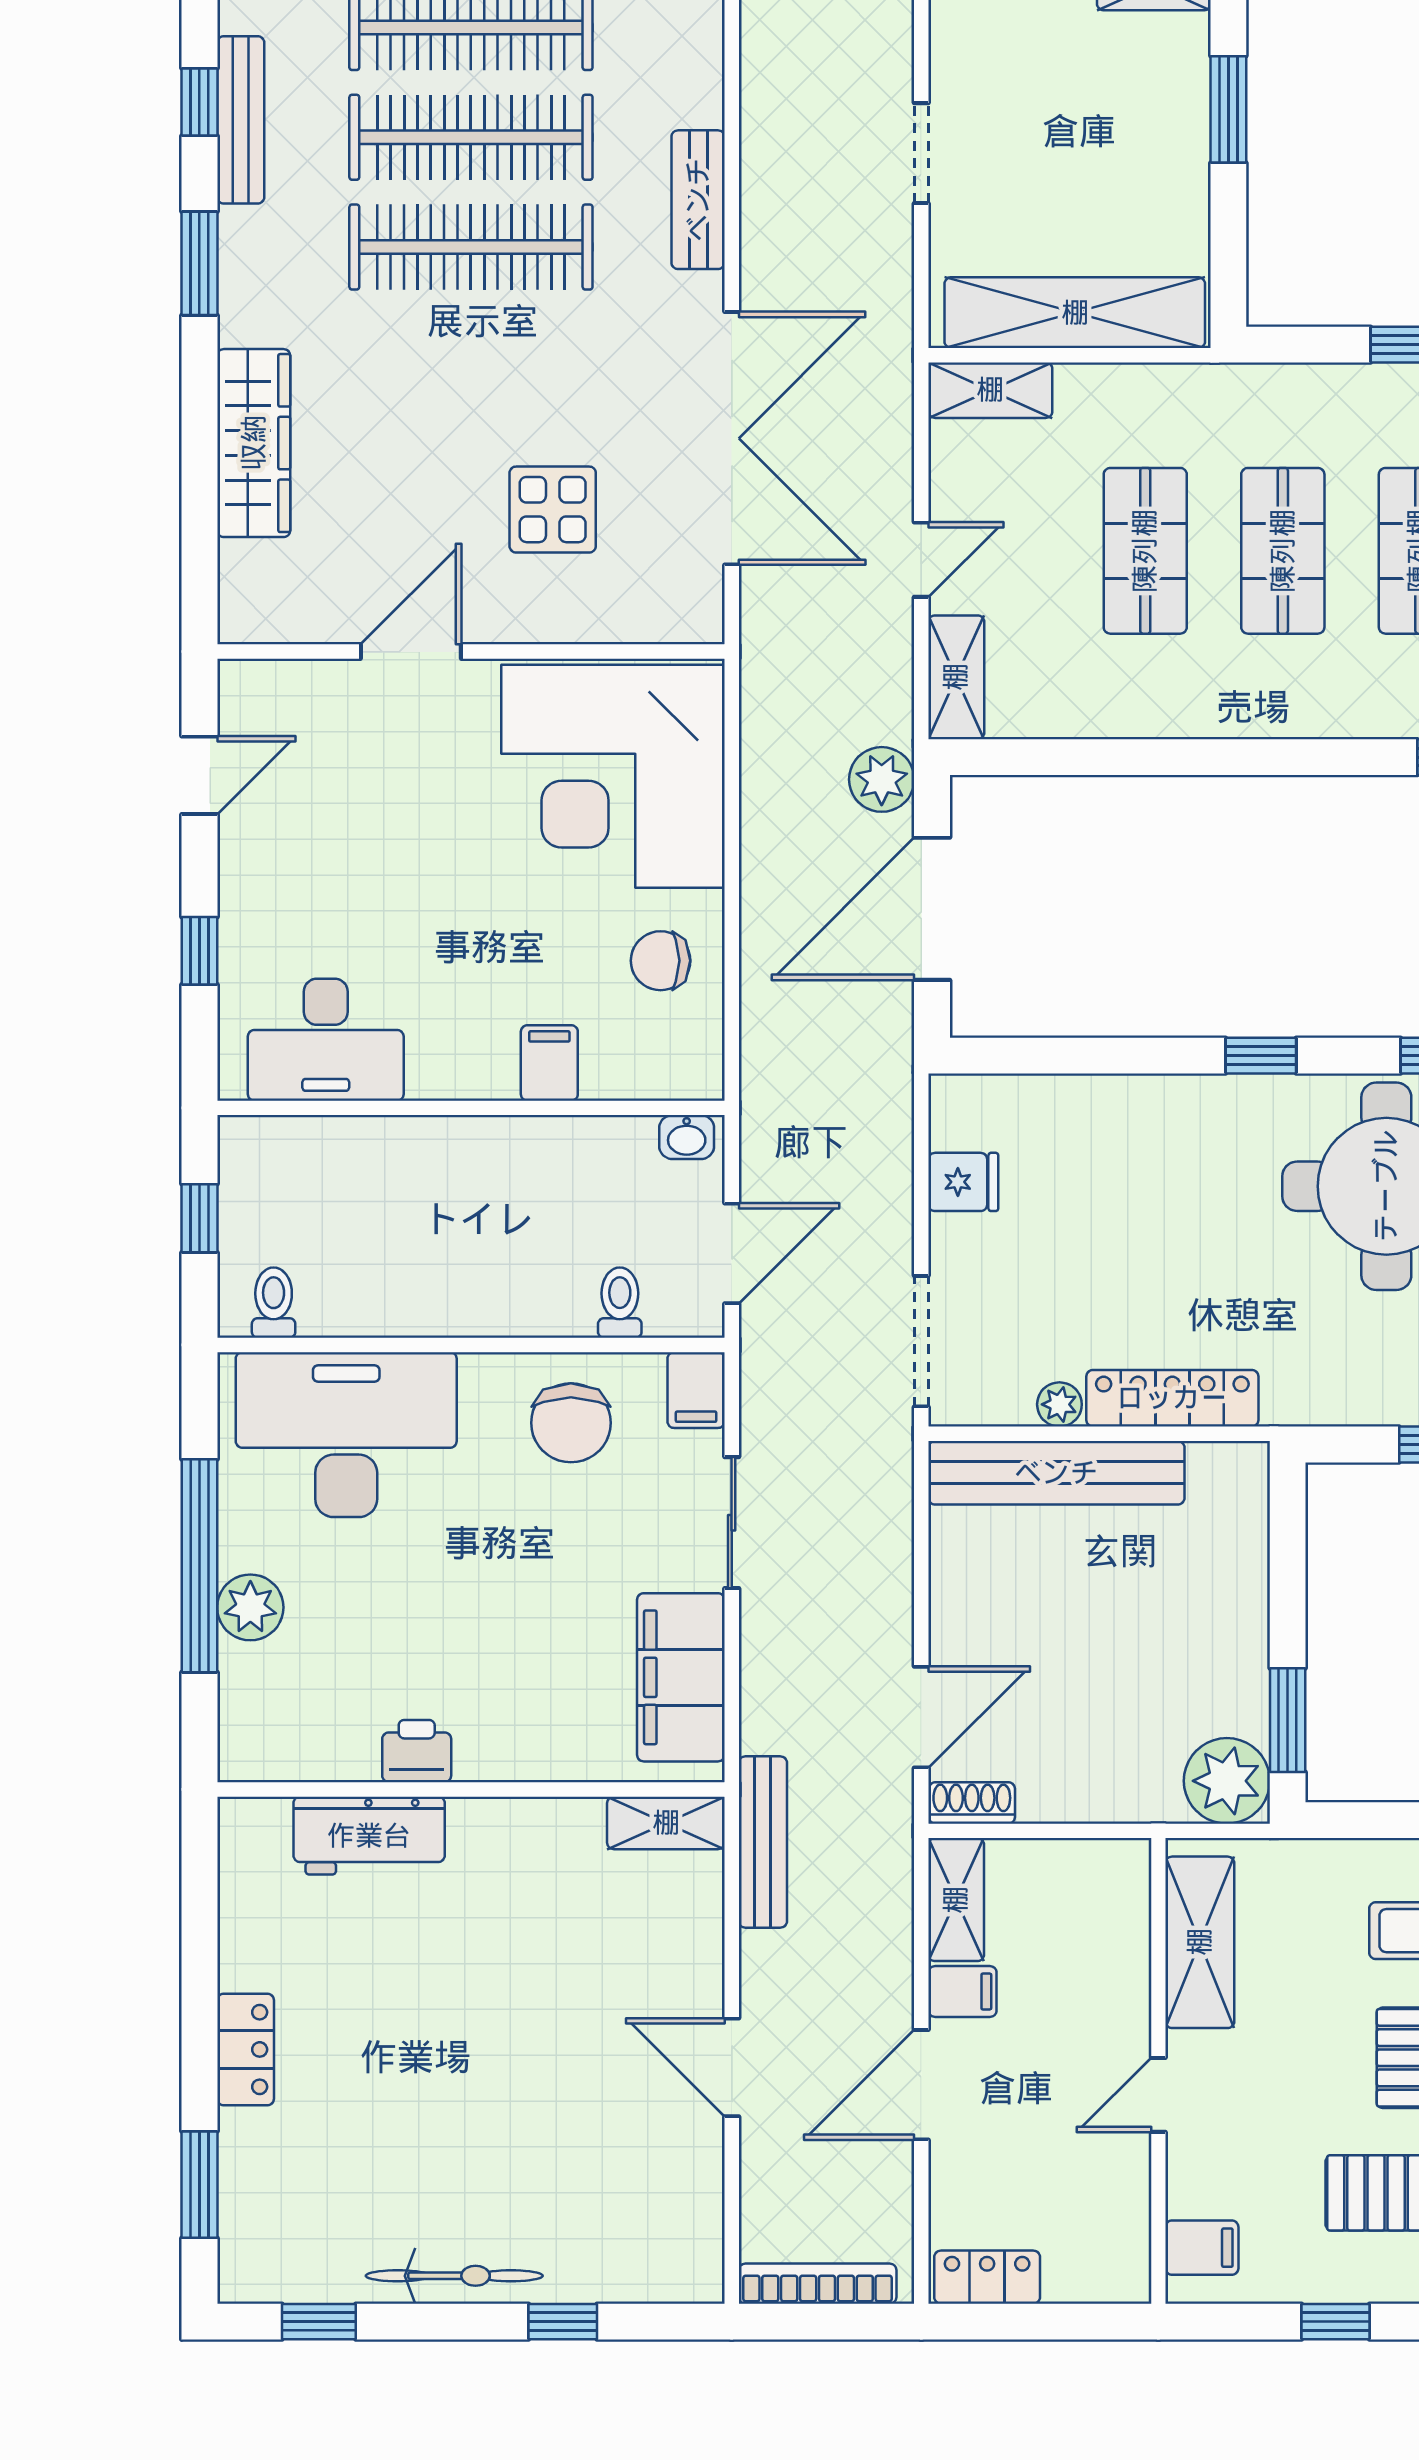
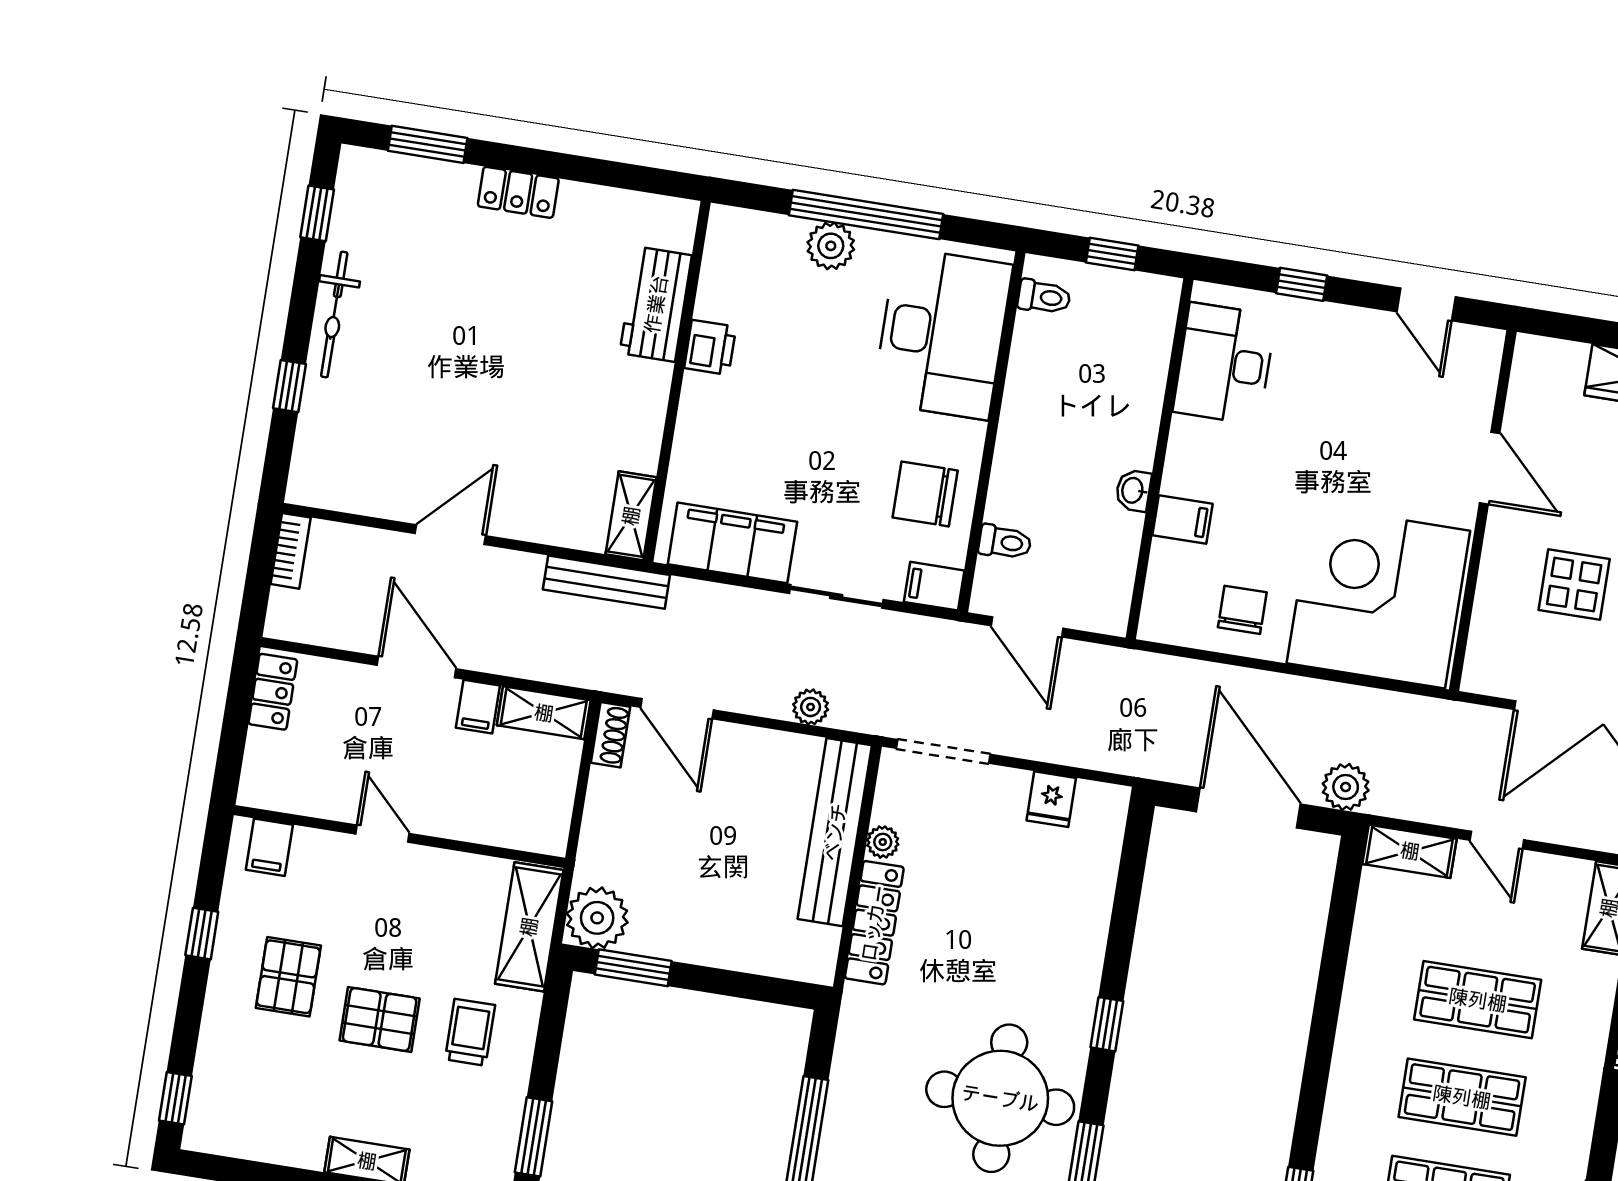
washbasin: (687, 1137) -> (1133, 490), moved
plant: (890, 1534) -> (811, 707), added
shelving: (1200, 1942) -> (529, 927), moved, turned 90
bookcase: (818, 2284) -> (291, 551), width x0.64

